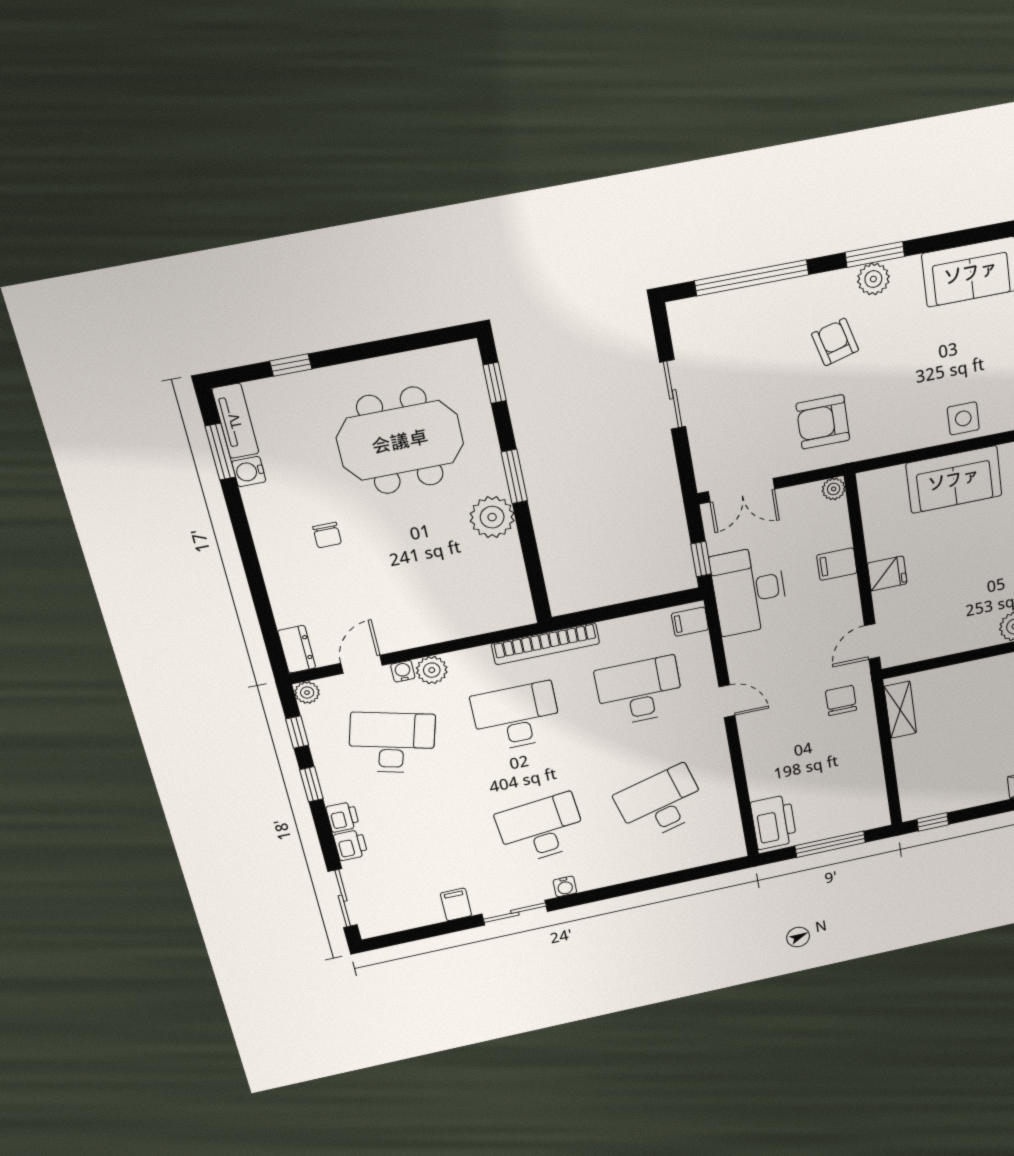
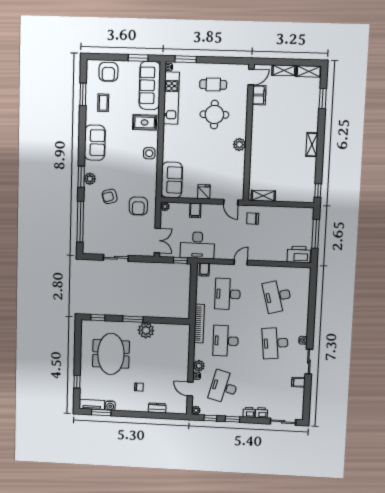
sofa: (954, 479) -> (172, 180), moved
dresser: (297, 649) -> (157, 408), moved

